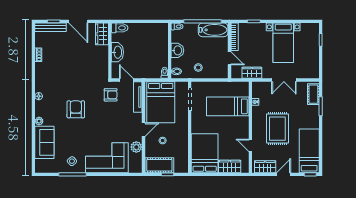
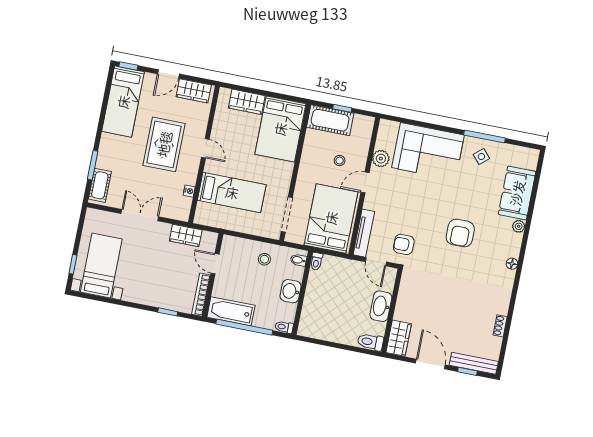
bed with nightstands: (283, 43) -> (101, 266), moved
door: (250, 145) -> (205, 148), moved
cot: (159, 165) -> (330, 120), moved

